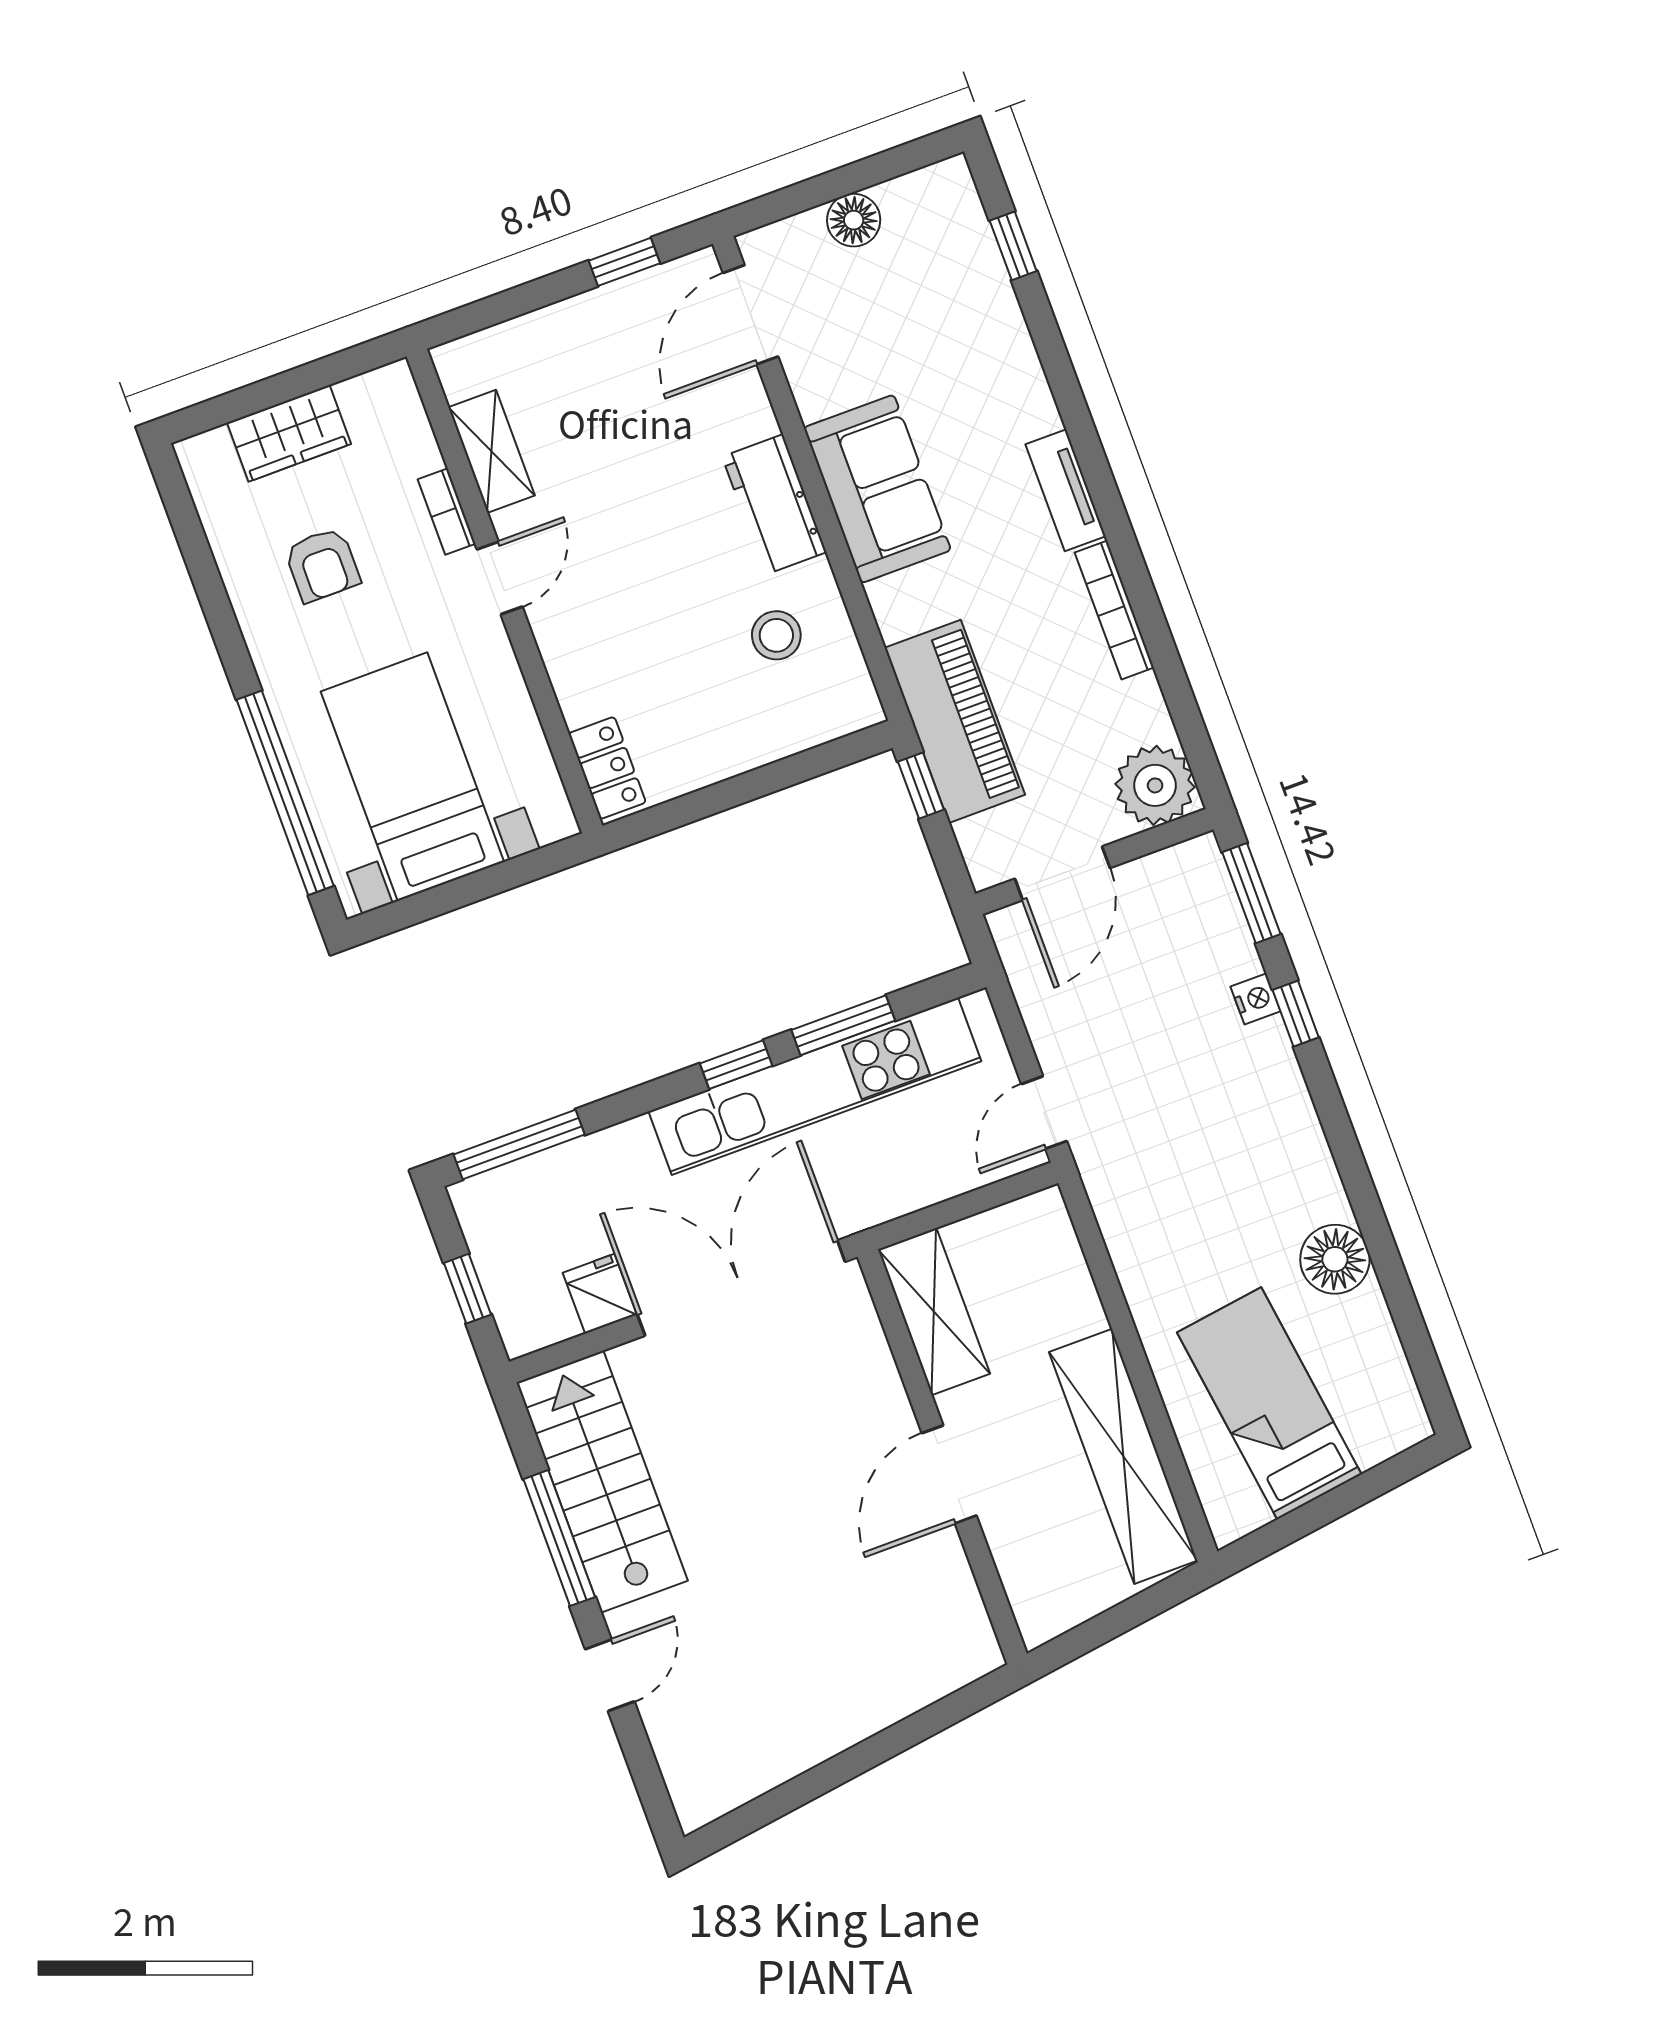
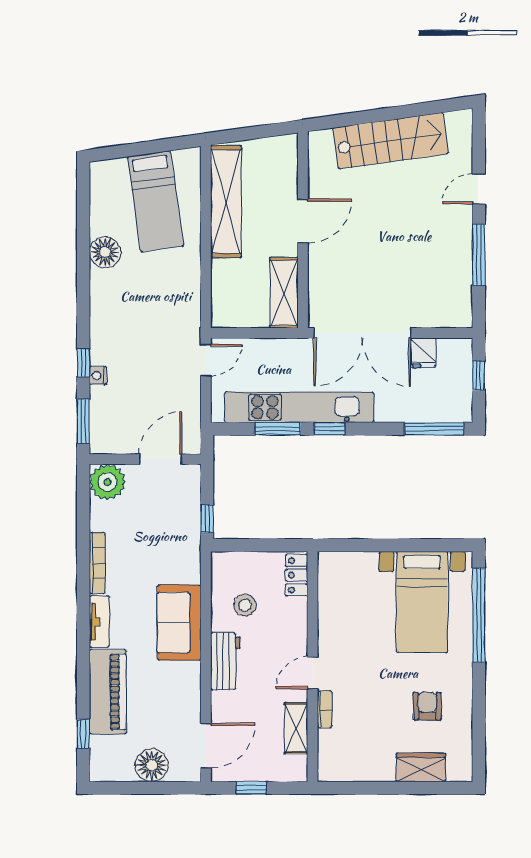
floor lamp: (854, 220) -> (152, 765), width x1.38, depth x1.38
shelving: (491, 451) -> (296, 728), moved
sofa: (877, 489) -> (179, 623), moved
bookcase: (447, 512) -> (325, 709), moved
door: (500, 578) -> (313, 673), moved
wall: (504, 591) -> (313, 667), moved
piano: (955, 721) -> (108, 692), moved, turned 180
locker: (607, 768) -> (297, 575), moved
stairs: (602, 1481) -> (391, 141), moved, turned -98

